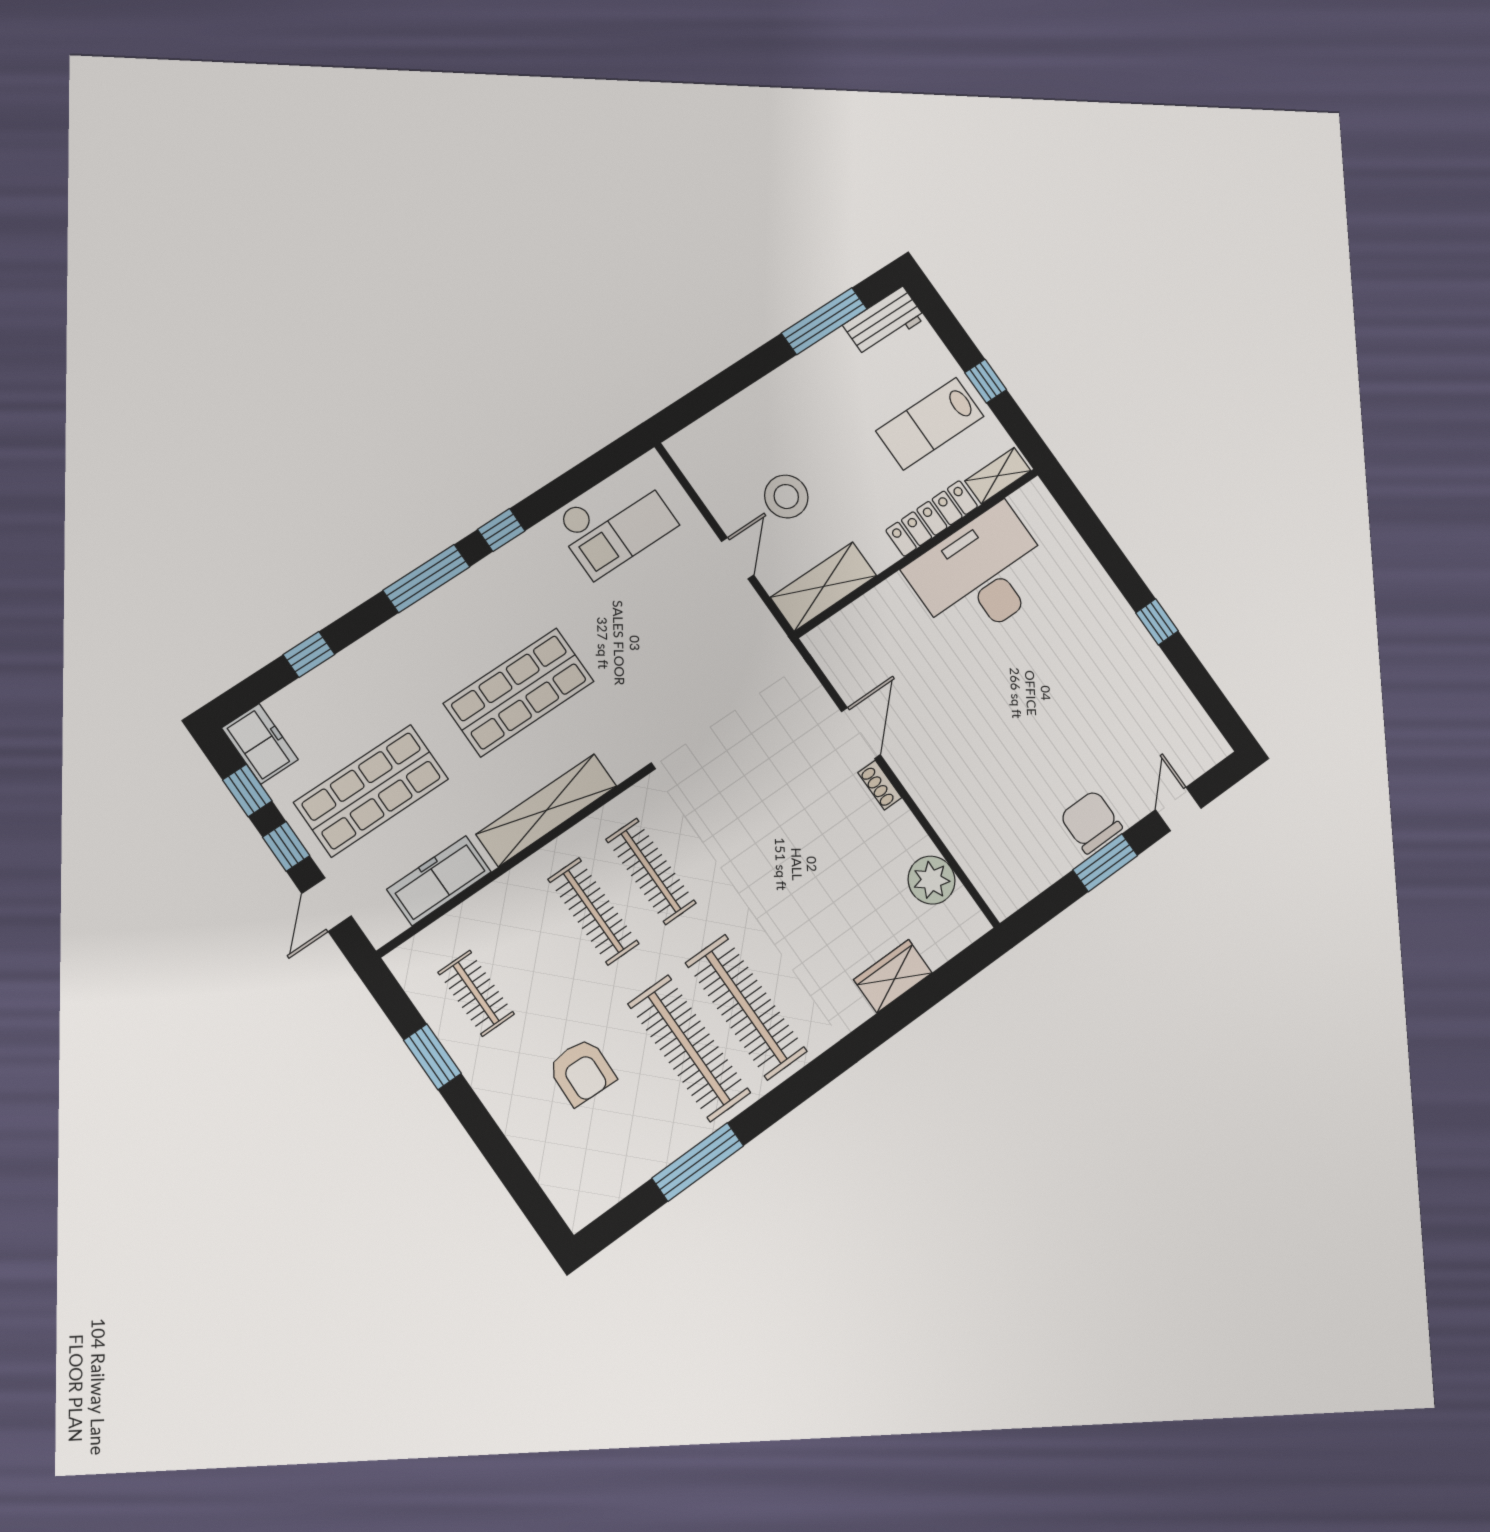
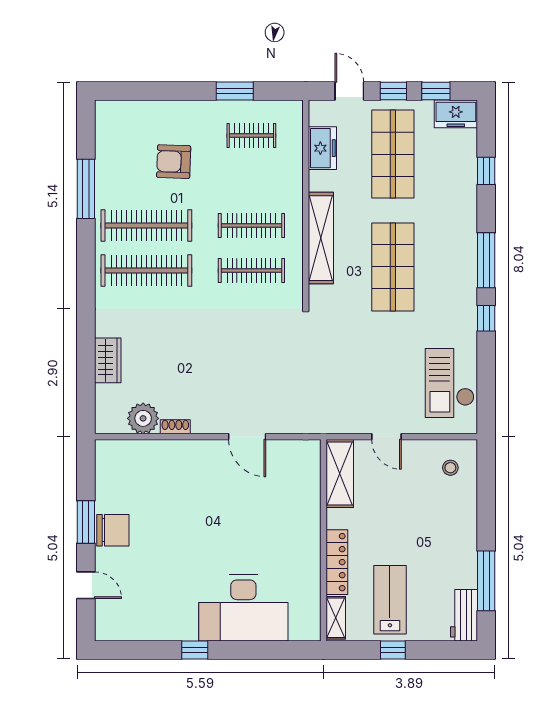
stool: (786, 497) -> (450, 468), moved, width x0.53, depth x0.53
desk: (981, 575) -> (243, 608), moved, turned 90
shoe rack: (880, 785) -> (175, 427), moved
freezer: (439, 881) -> (322, 148), width x0.71

